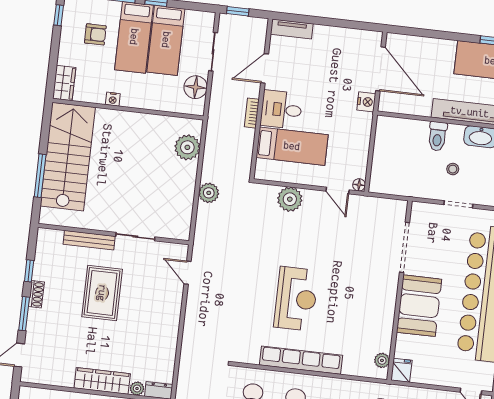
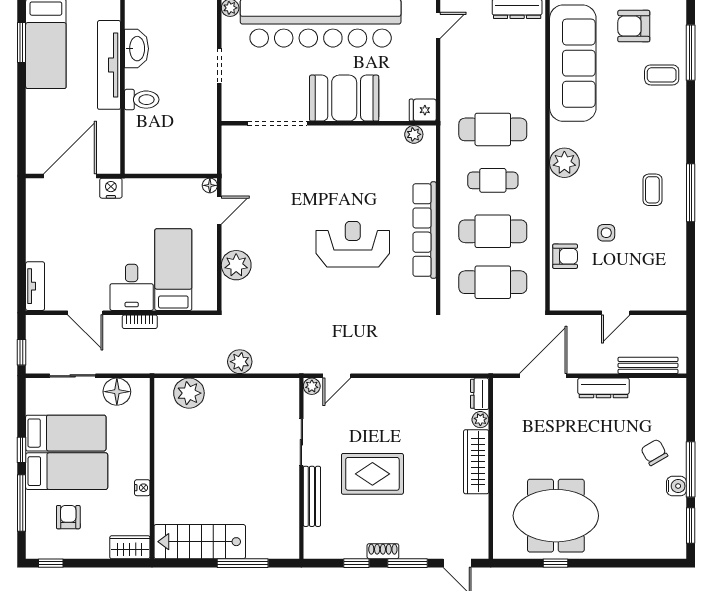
stairs: (68, 157) -> (200, 542), width x0.73, depth x0.66
stool: (453, 169) -> (178, 77), removed
plant: (181, 251) -> (312, 386), added

